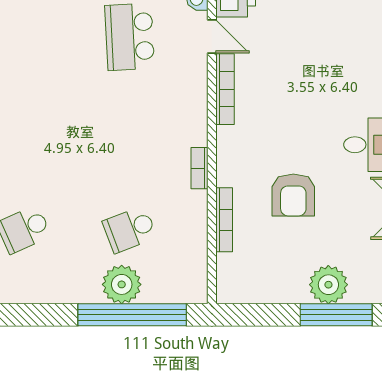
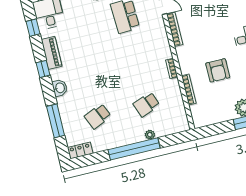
plant: (122, 284) -> (150, 135), width x0.53, depth x0.53
window: (132, 315) -> (134, 149), moved

